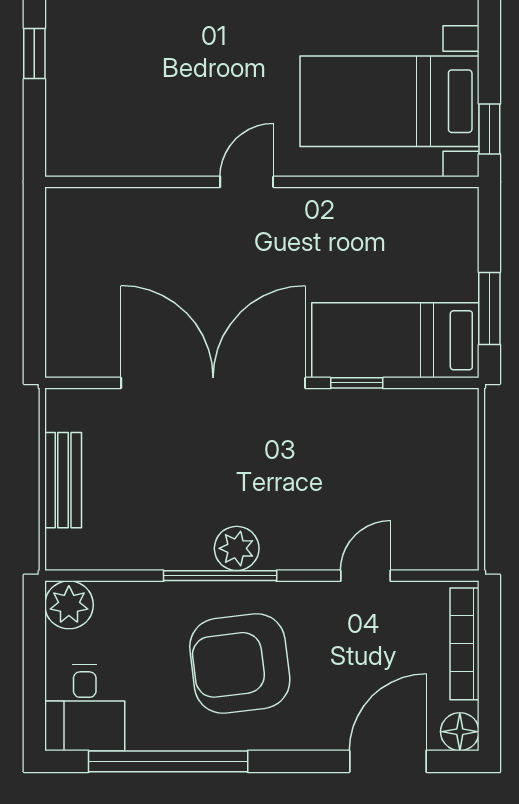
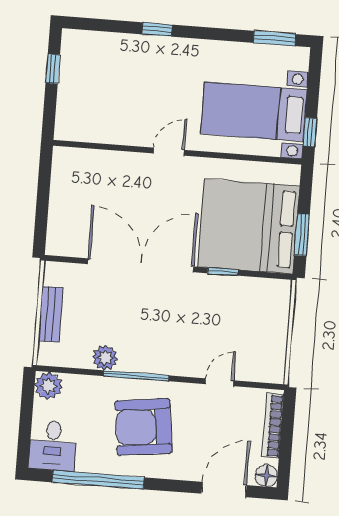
bed: (395, 340) -> (249, 226), width x2.04
plant: (237, 548) -> (105, 358), moved

